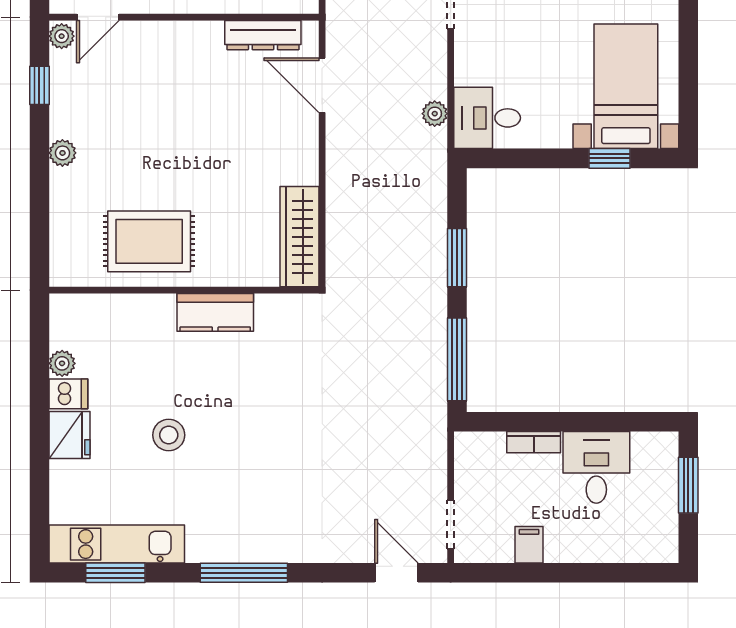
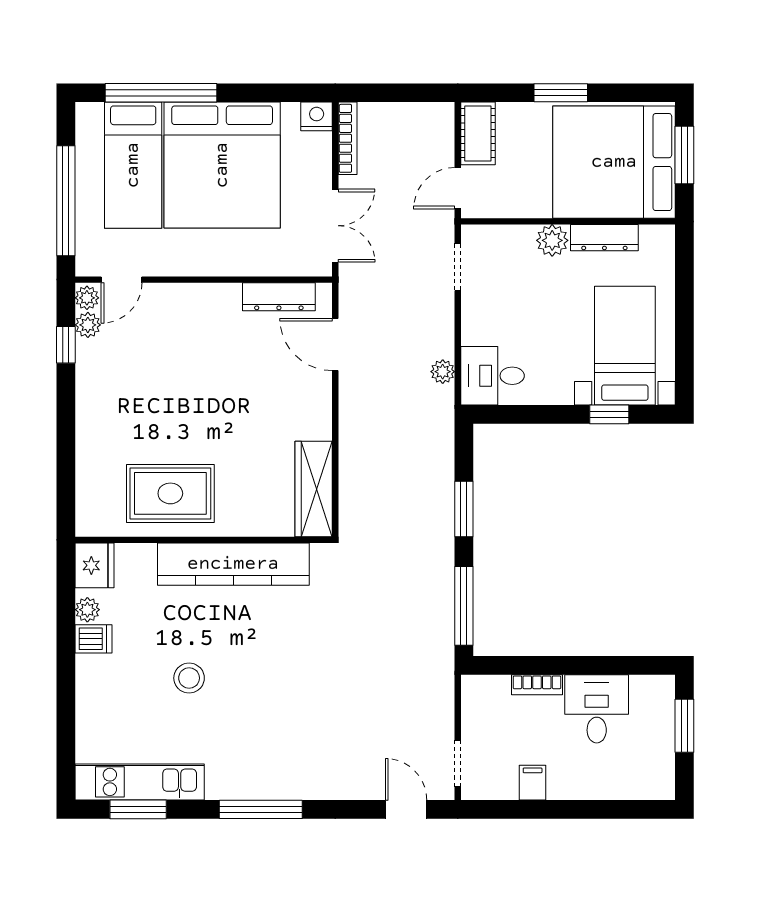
plant: (62, 153) -> (88, 325), moved
kitchen counter: (215, 312) -> (233, 564), width x2.08, depth x1.17
fridge: (69, 435) -> (94, 565), moved

